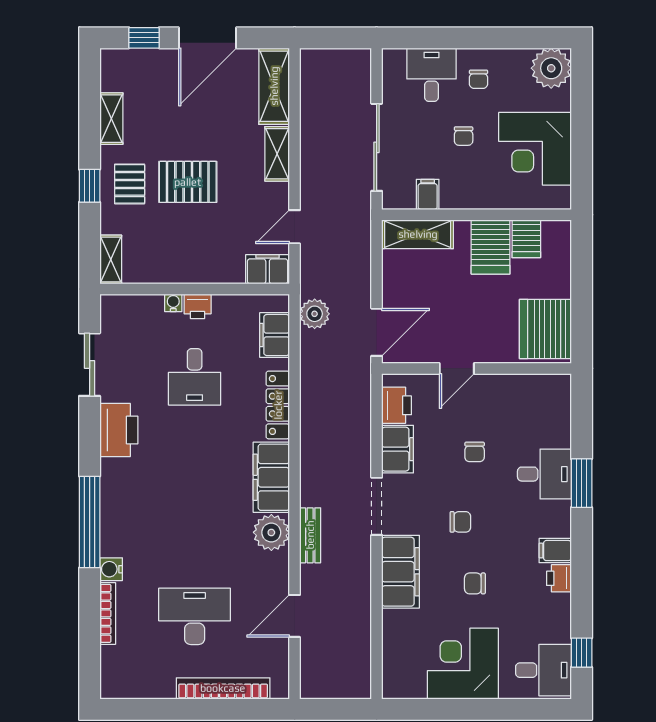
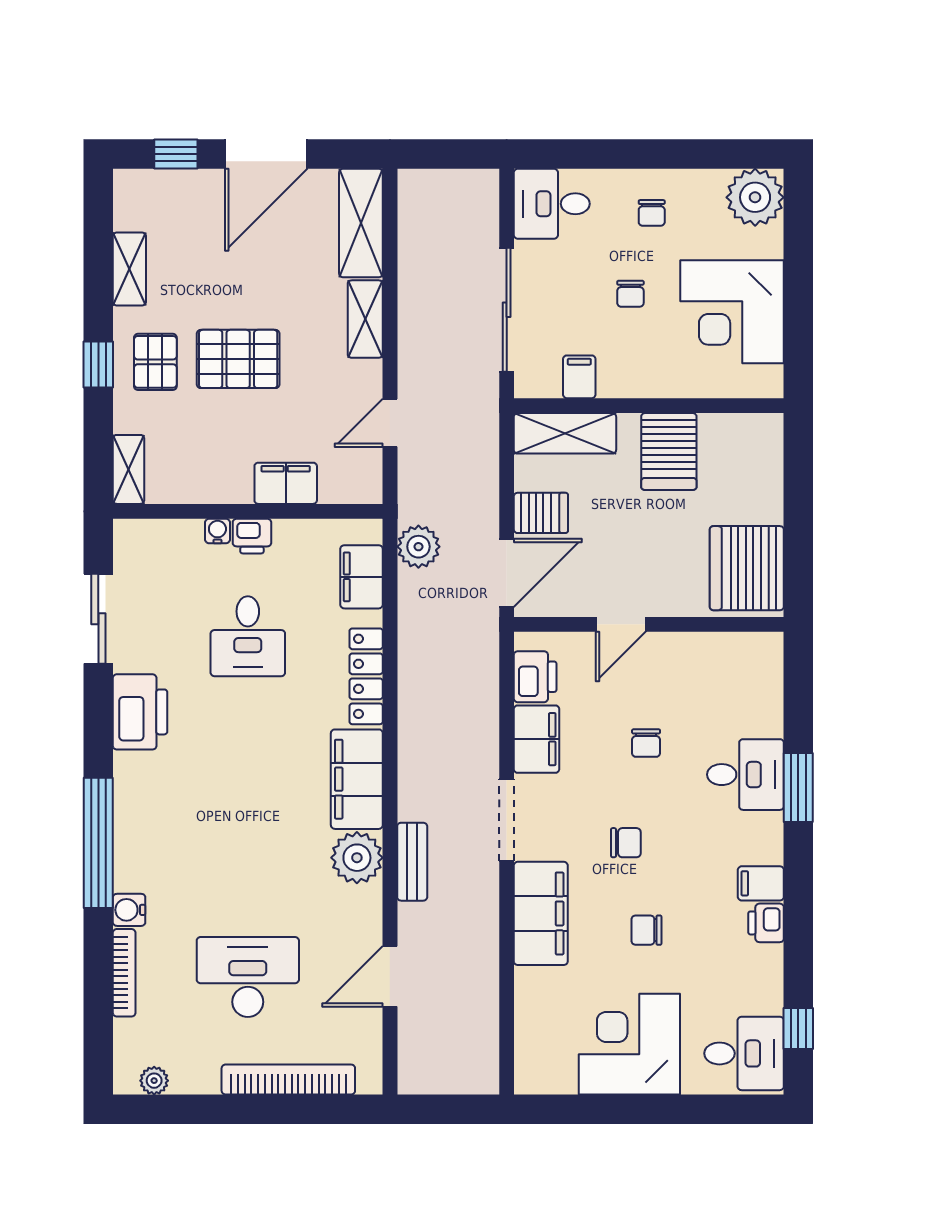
desk: (431, 75) -> (552, 204), moved, turned -90
server rack: (526, 239) -> (541, 513), moved, turned -90
filing cabinet: (268, 269) -> (286, 483), moved
plant: (129, 689) -> (154, 1081), added

